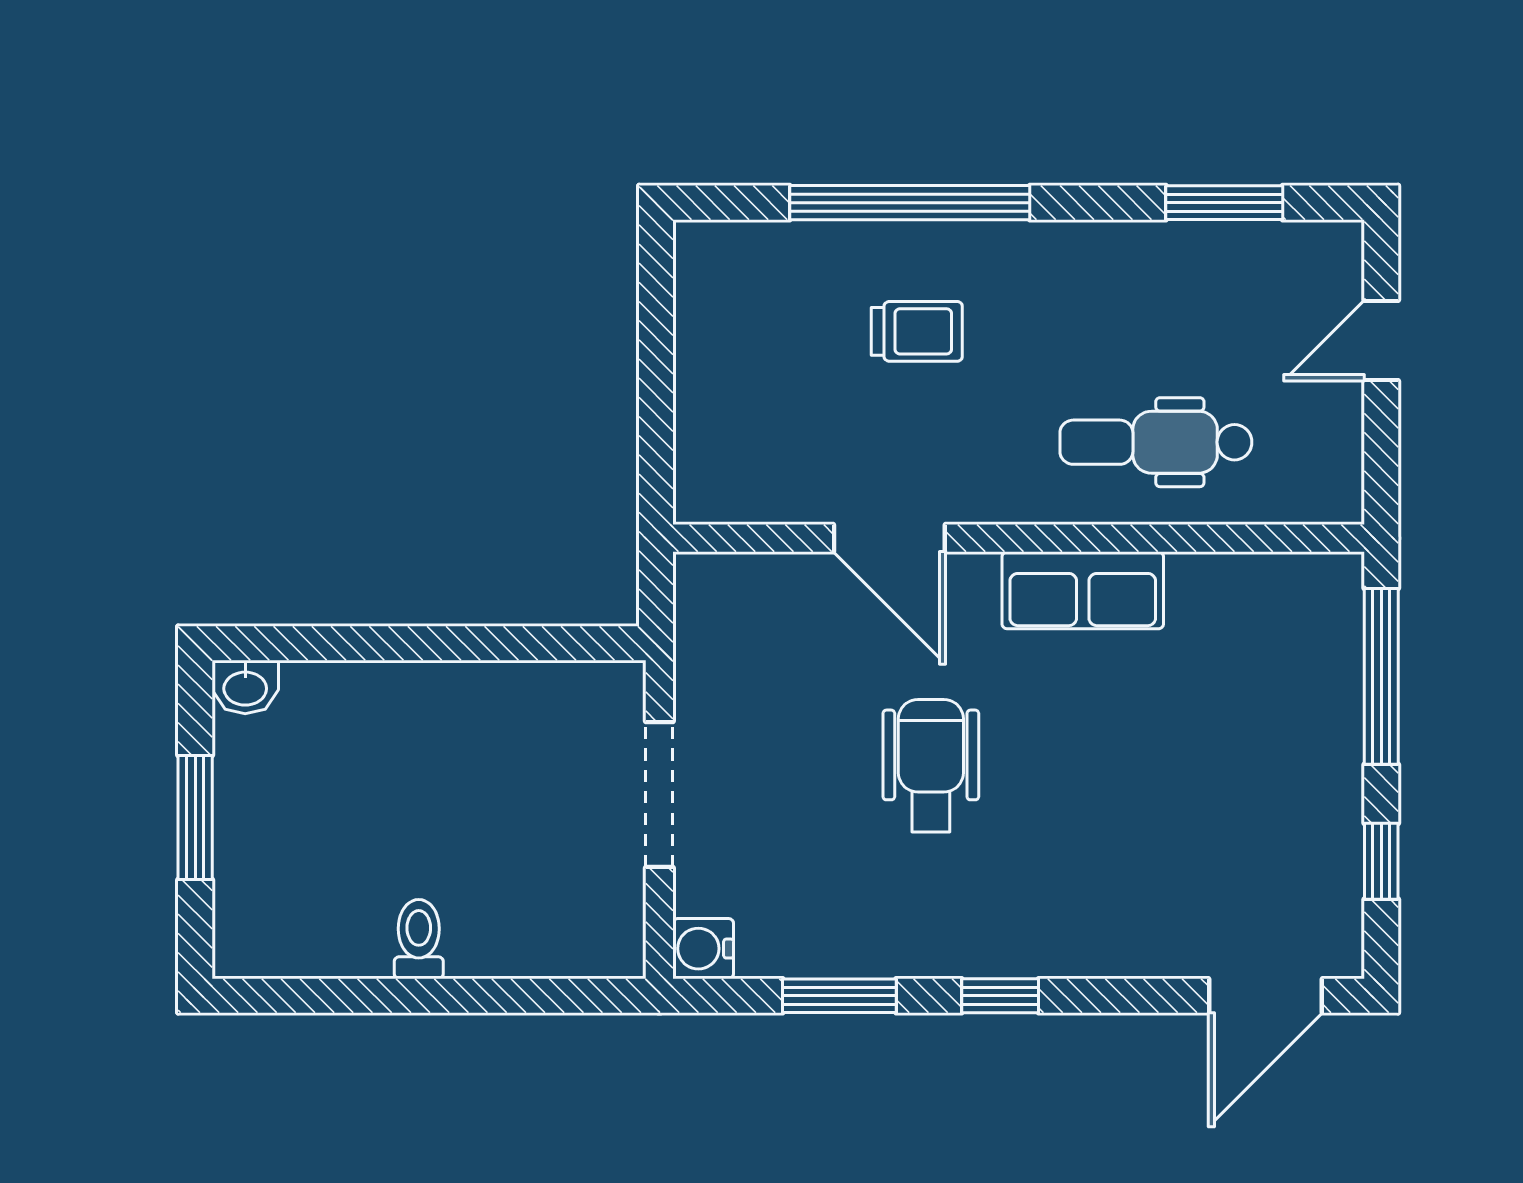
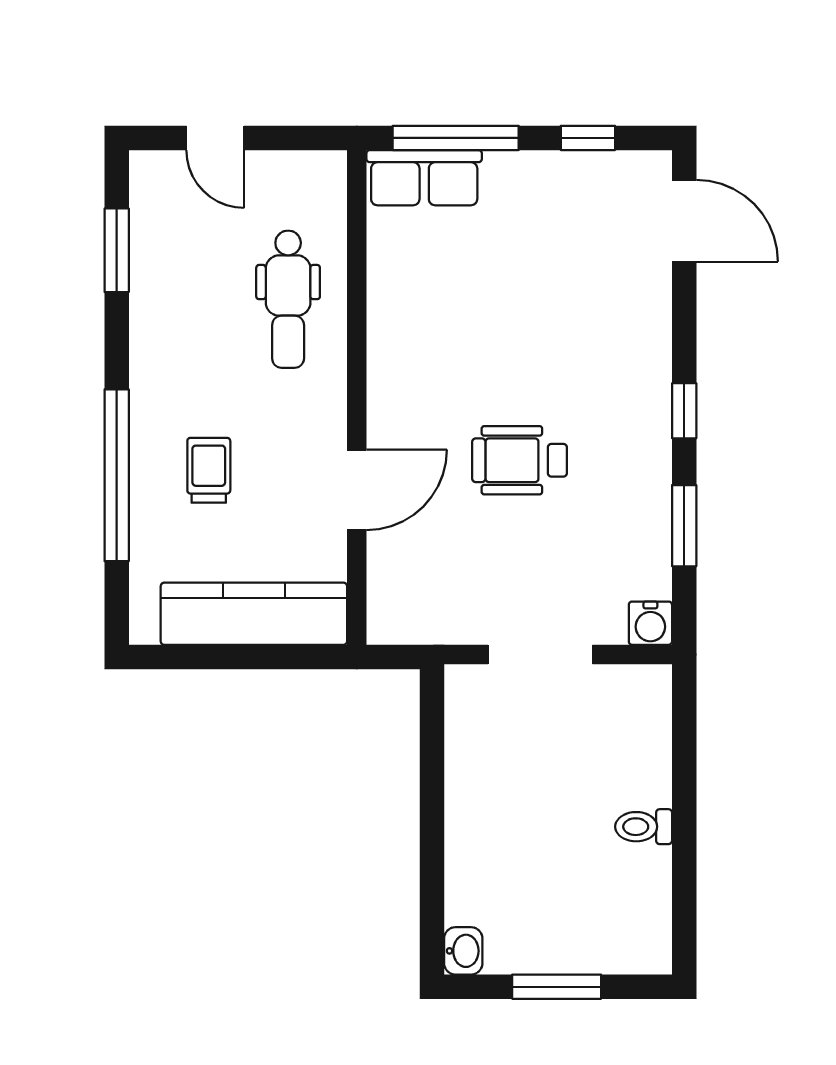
kitchen counter: (716, 394) -> (254, 614), added
row of seats: (1083, 590) -> (424, 178), moved, turned 90

